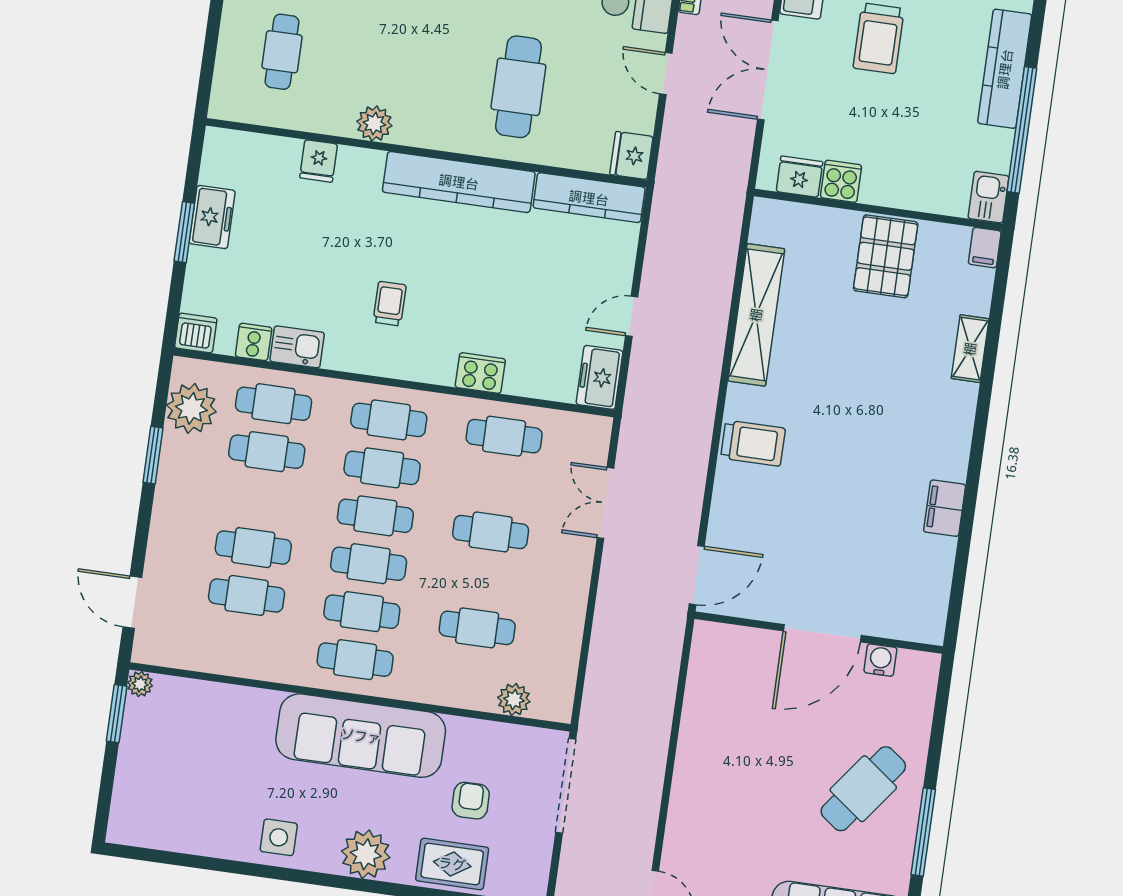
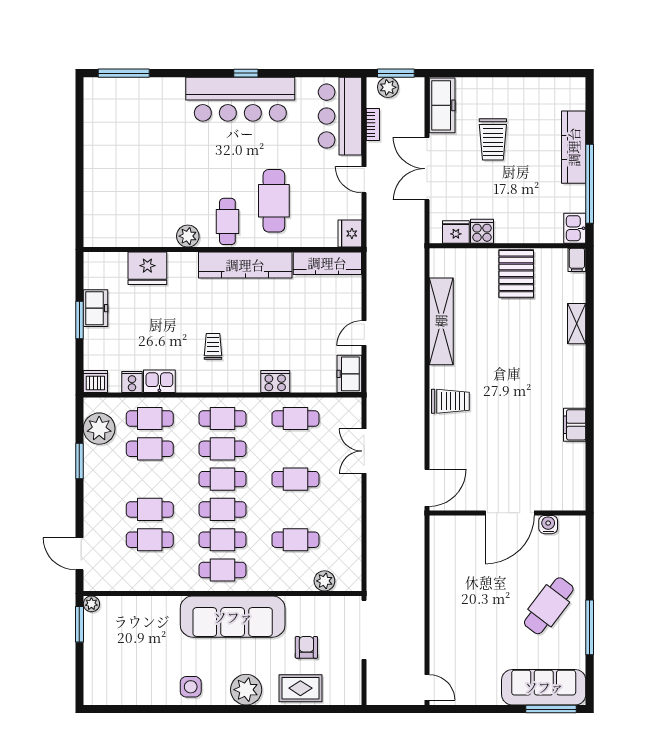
cafe table: (282, 52) -> (227, 221), moved
fridge: (319, 161) -> (147, 268), width x1.88, depth x1.34

